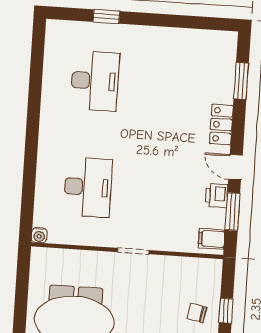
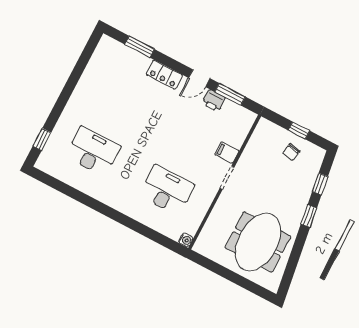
window: (106, 17) -> (42, 139), moved
filing cabinet: (211, 239) -> (227, 153), moved, turned 90

